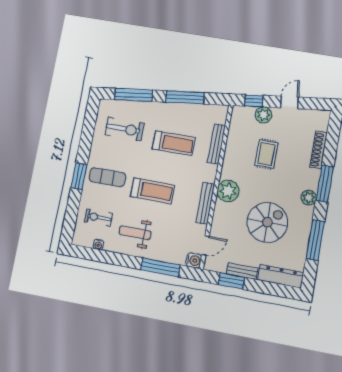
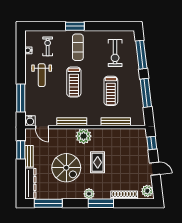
plant: (263, 115) -> (147, 191), moved
rug: (266, 154) -> (98, 162), moved, turned 90
weight bench: (135, 233) -> (42, 75), turned 180
window: (315, 240) -> (48, 203), moved

